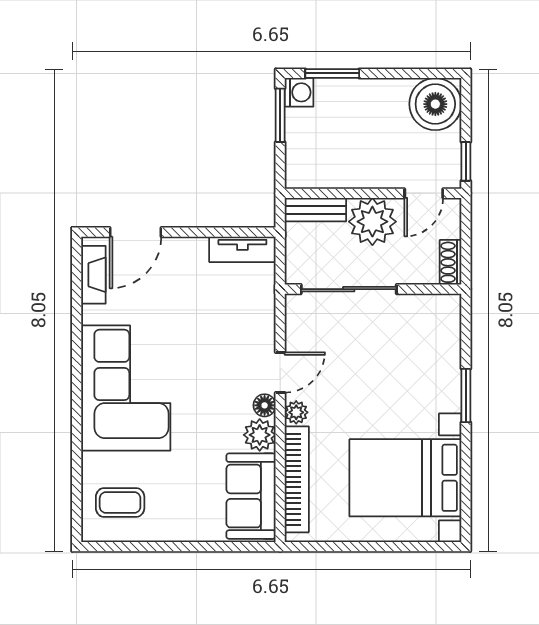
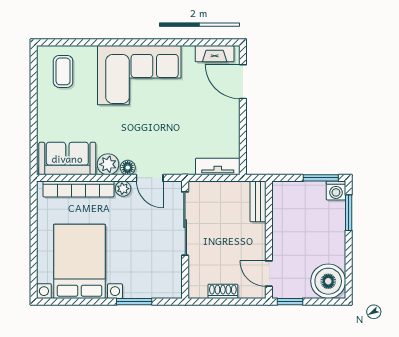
plant: (372, 222) -> (250, 239), removed
tv unit: (242, 249) -> (218, 167), moved, turned 90
sliding door: (349, 289) -> (185, 224), moved
wall: (373, 289) -> (185, 240), moved

